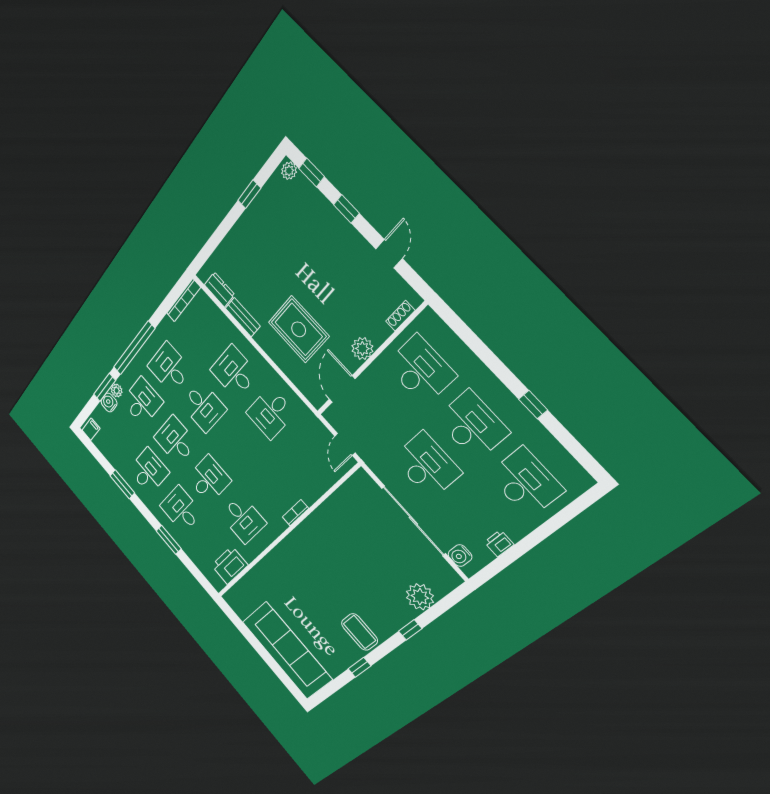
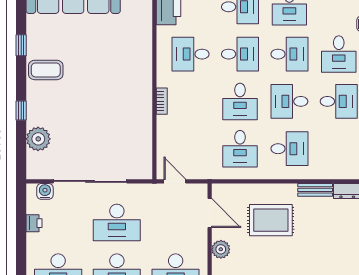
desk: (271, 413) -> (240, 149), turned 180
desk: (239, 447) -> (240, 101), added
desk: (209, 479) -> (240, 54), turned -90

